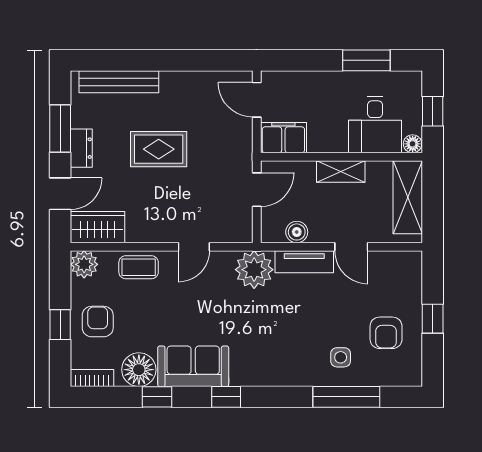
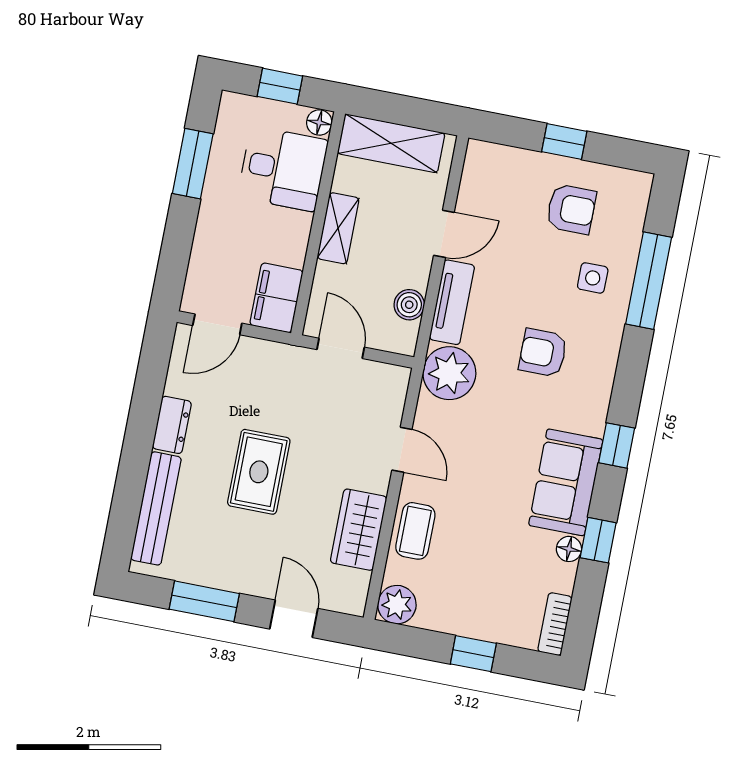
dresser: (81, 148) -> (172, 425), moved, turned 90
wardrobe: (98, 227) -> (359, 530), moved
armchair: (98, 322) -> (543, 353), moved
floor lamp: (139, 370) -> (569, 549), width x0.53, depth x0.53

